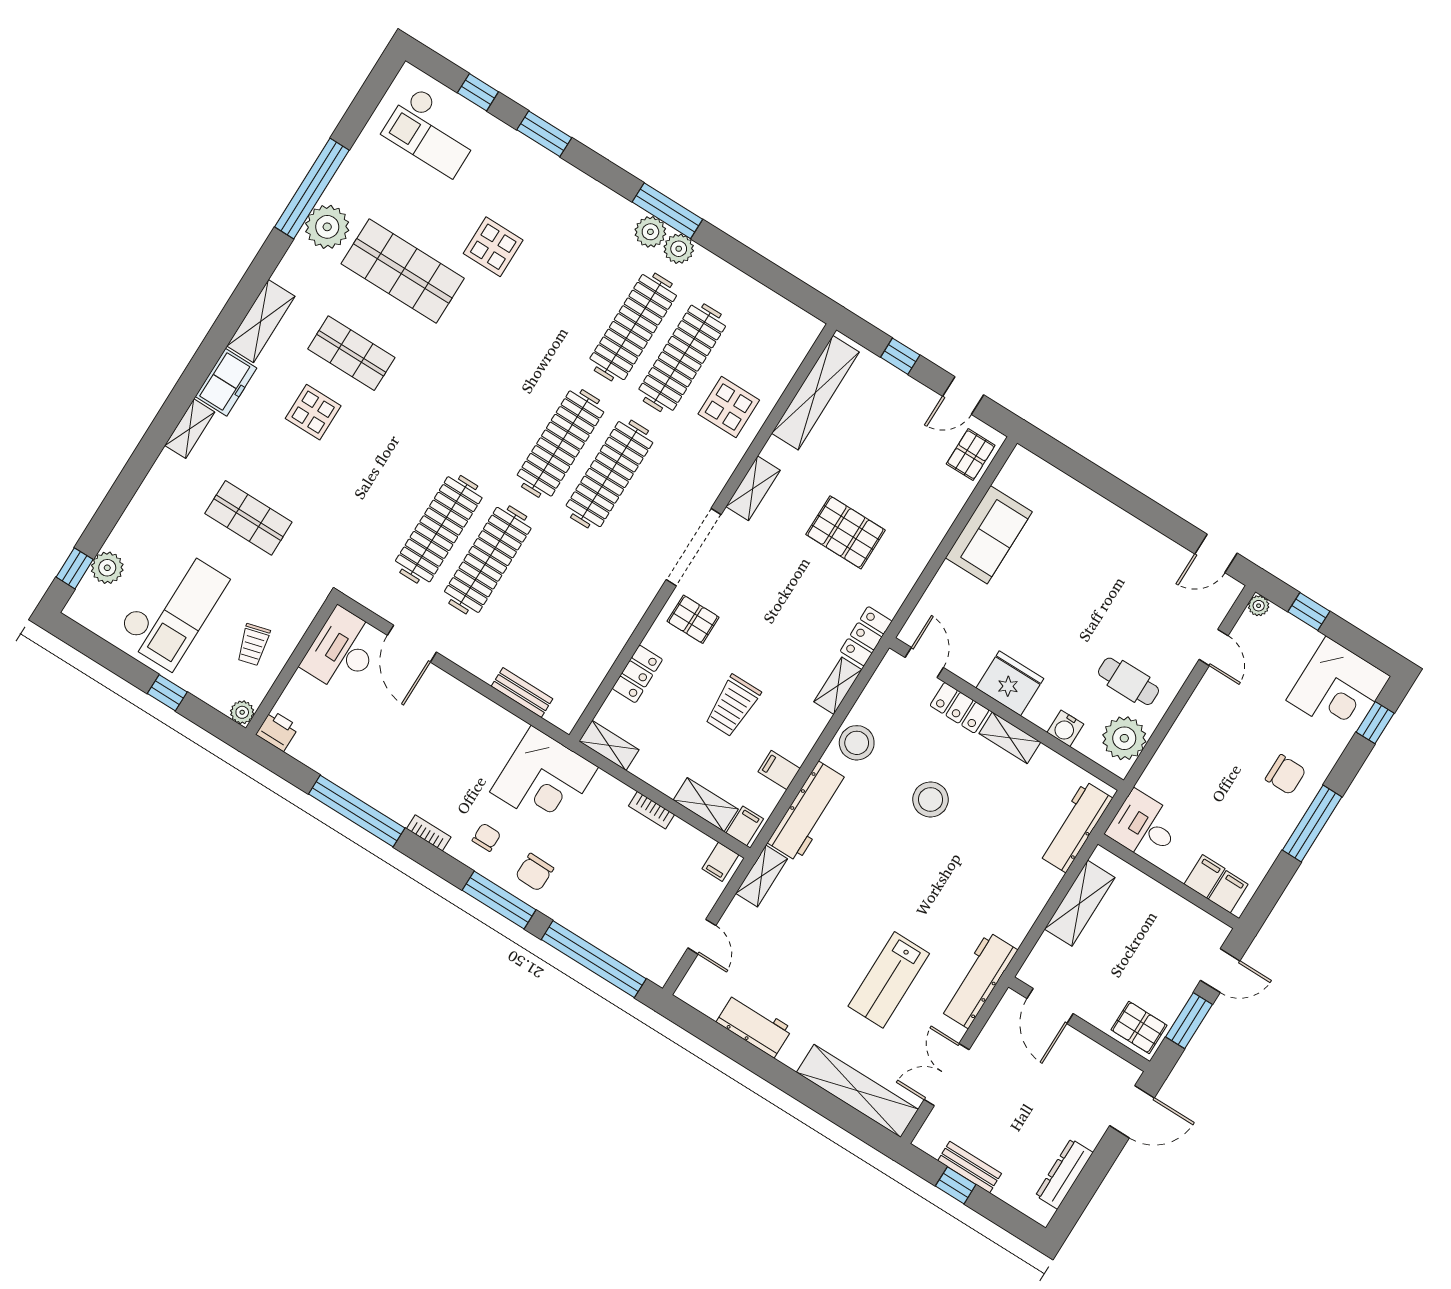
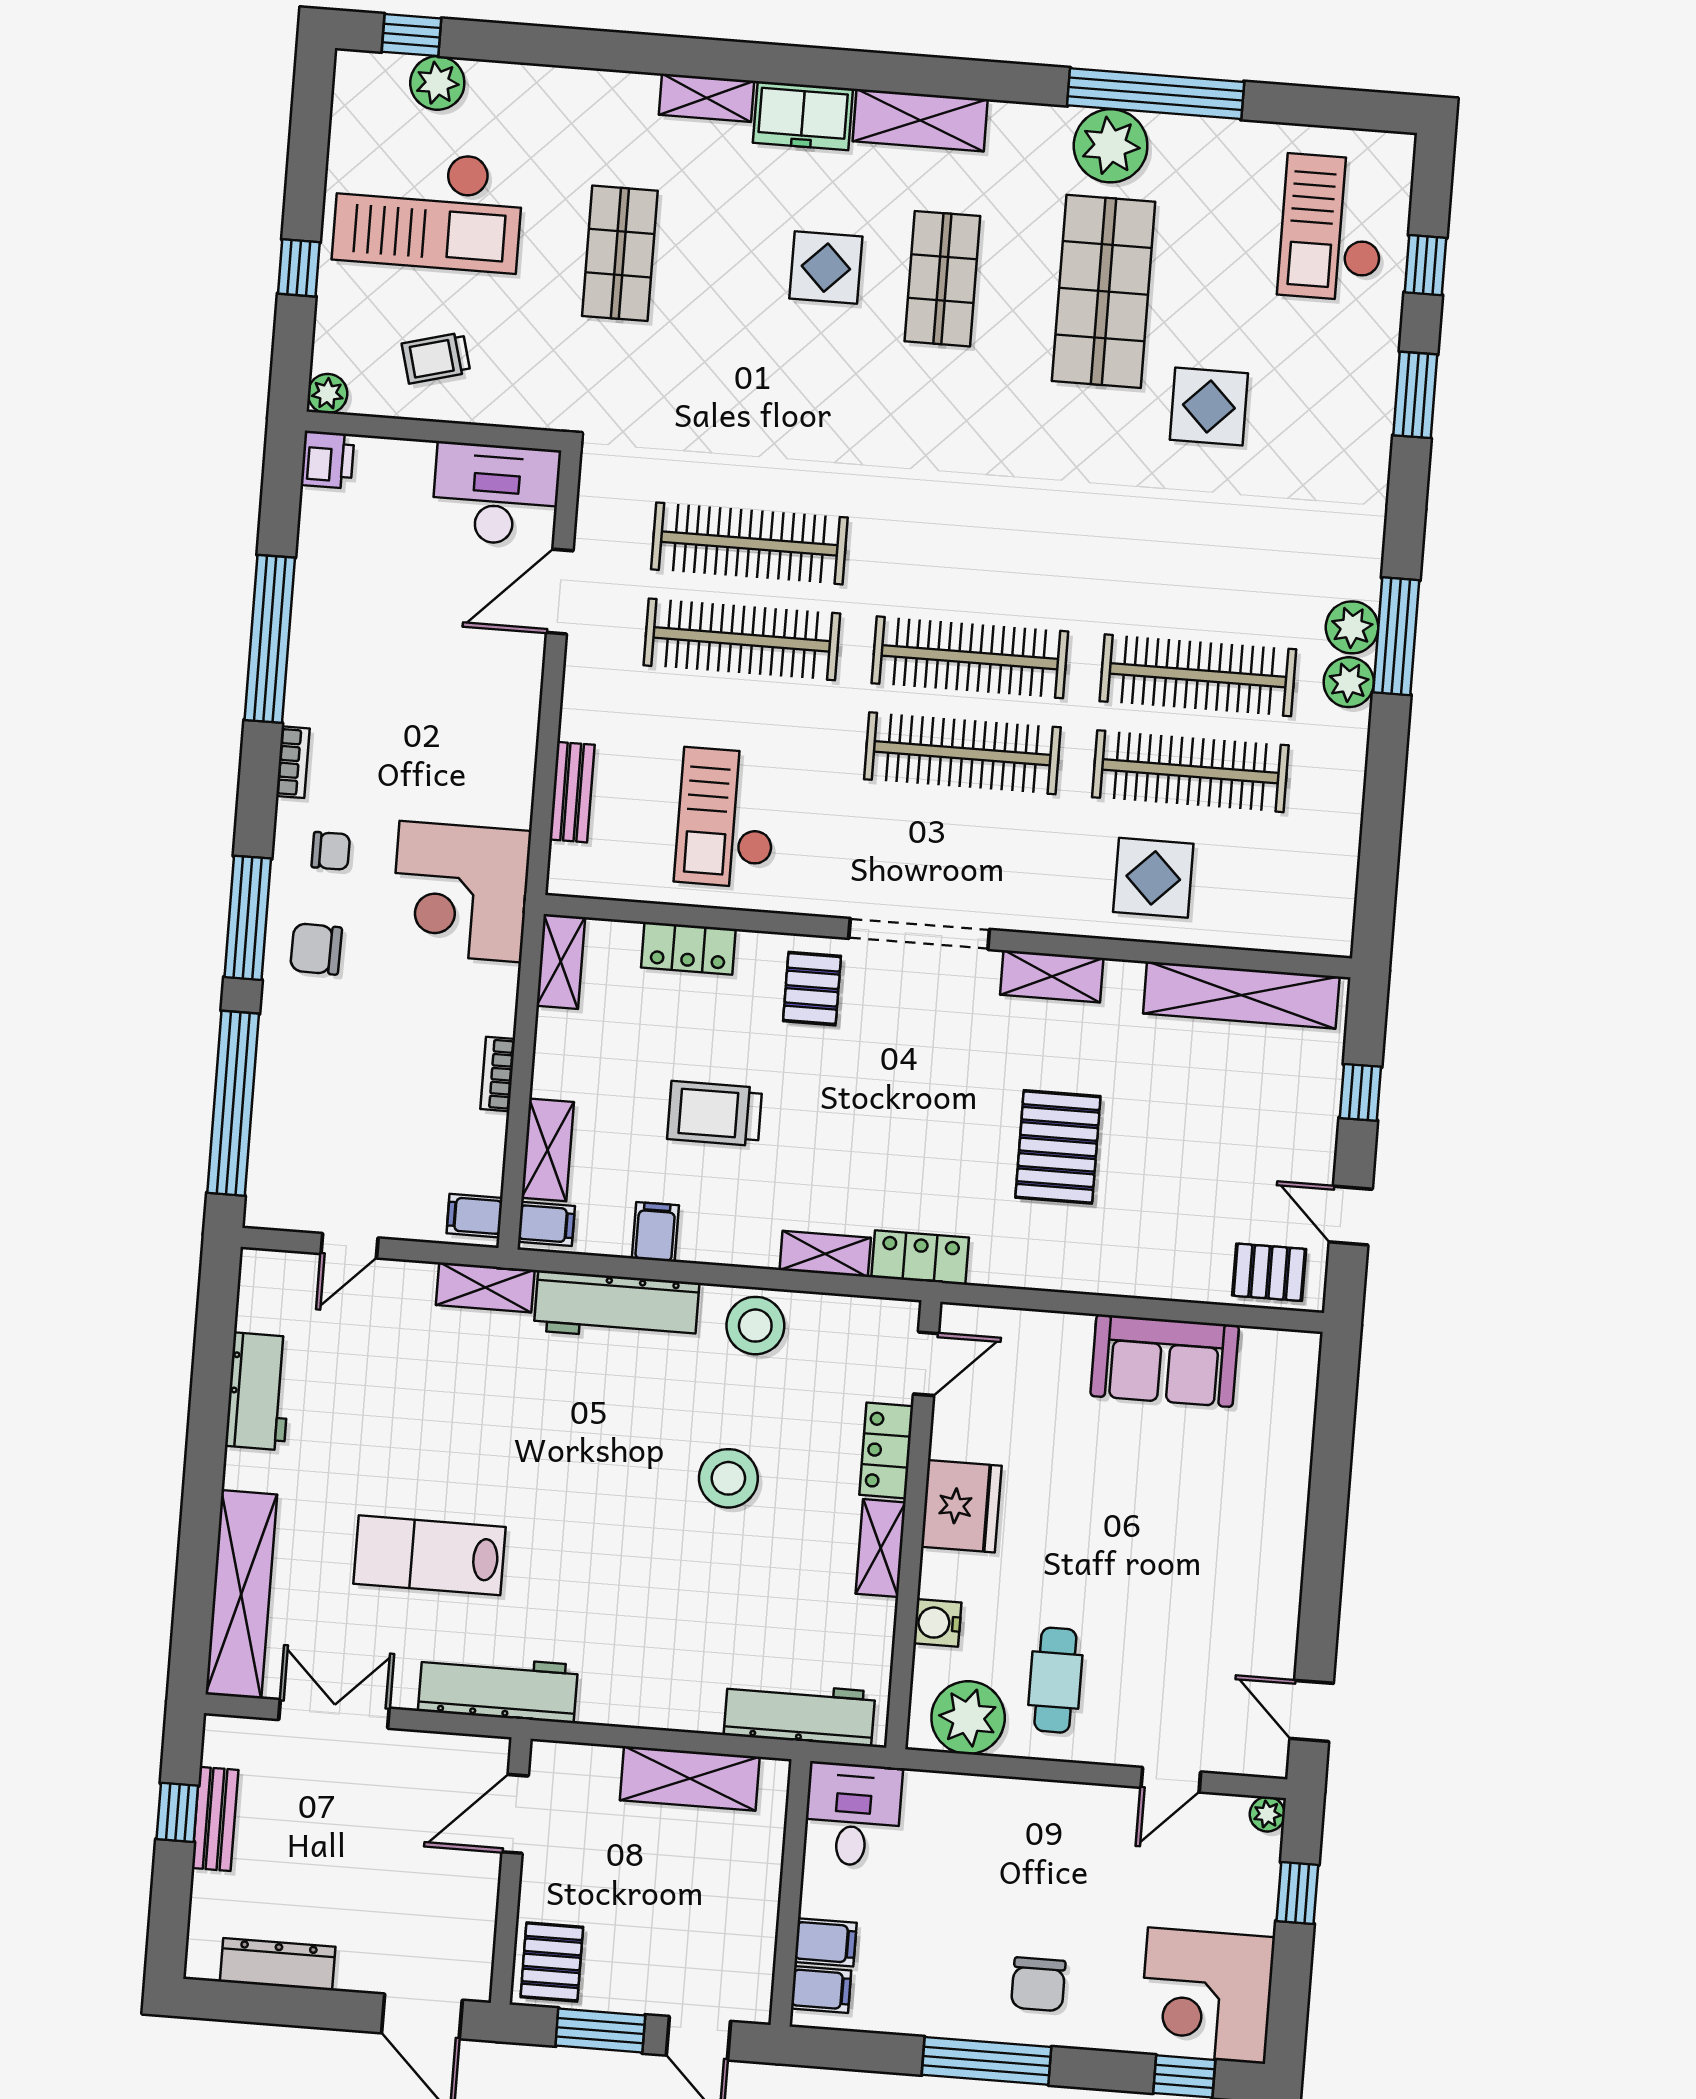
checkout: (579, 618) -> (726, 818), added

